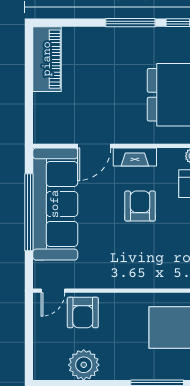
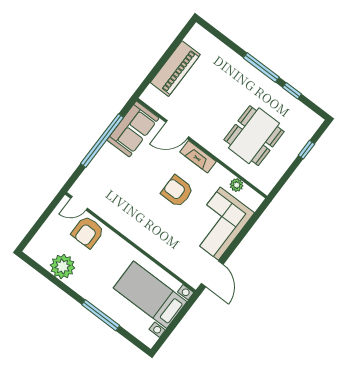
piano: (47, 59) -> (175, 69), moved
sofa: (55, 204) -> (133, 129), width x0.54, depth x0.79
armchair: (140, 206) -> (177, 191), turned -90

